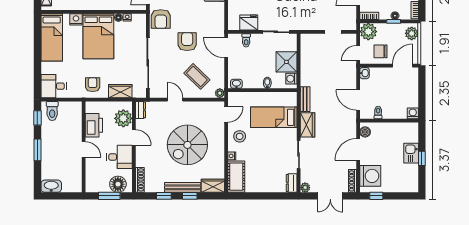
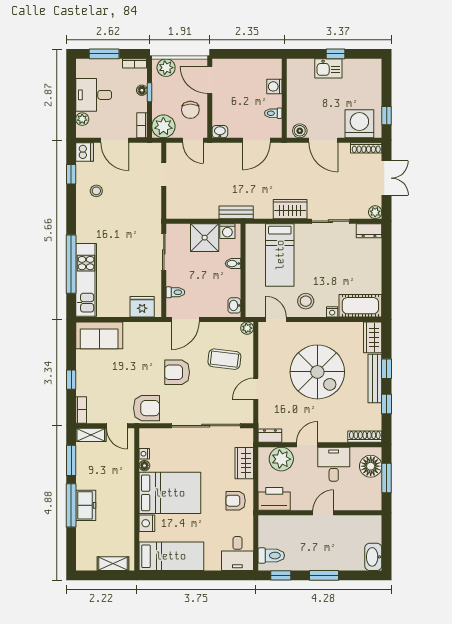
fridge: (249, 22) -> (142, 307), moved, turned 90
coffee table: (197, 76) -> (224, 359), turned 53
bench: (305, 99) -> (236, 212), moved
washing machine: (413, 113) -> (274, 86), moved
printer: (94, 125) -> (274, 499), moved

